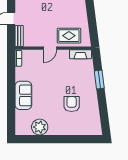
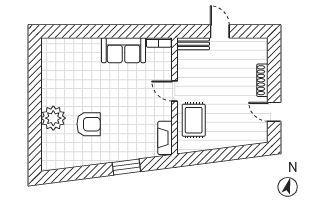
sofa: (23, 95) -> (123, 50), moved
plant: (40, 127) -> (53, 118), moved

